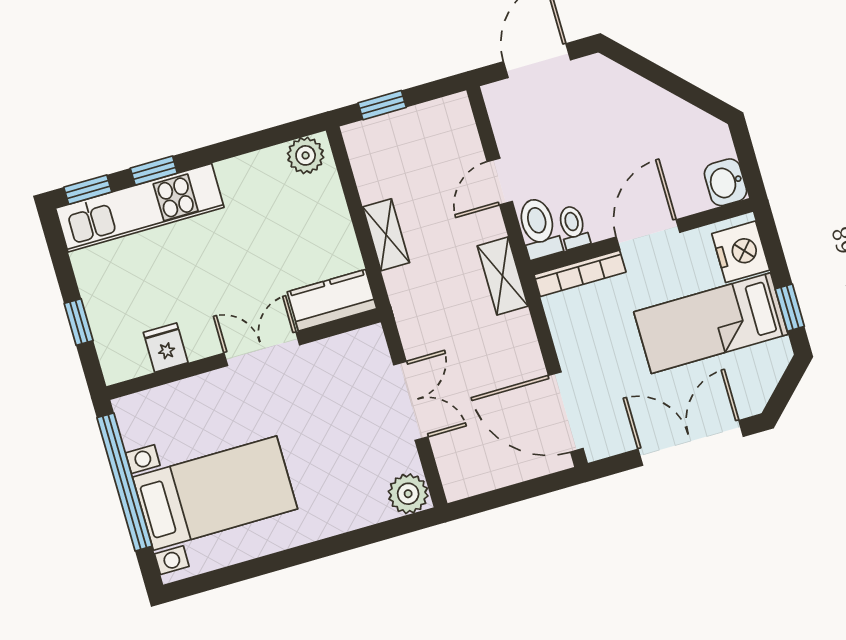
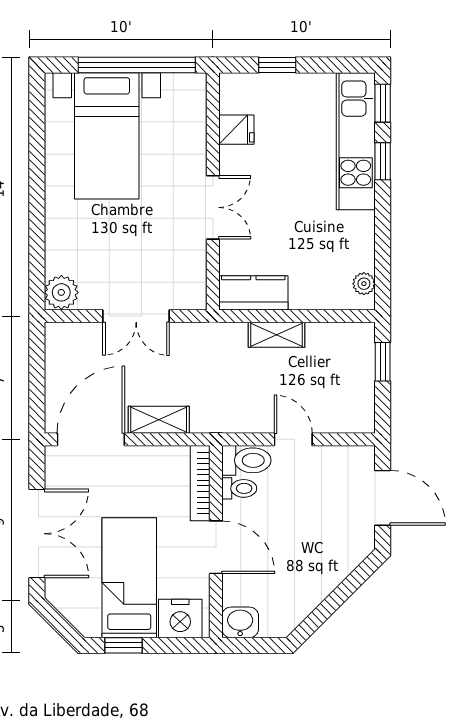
plant: (306, 155) -> (364, 284), width x0.73, depth x0.73
shelving: (503, 276) -> (159, 420), moved
kitchen counter: (332, 300) -> (253, 293), moved, turned -90

